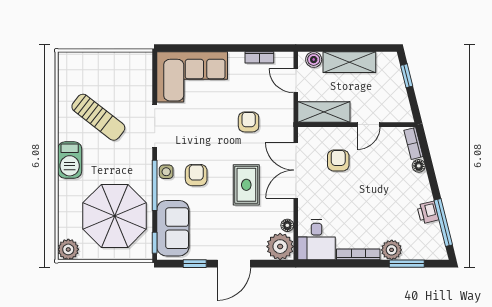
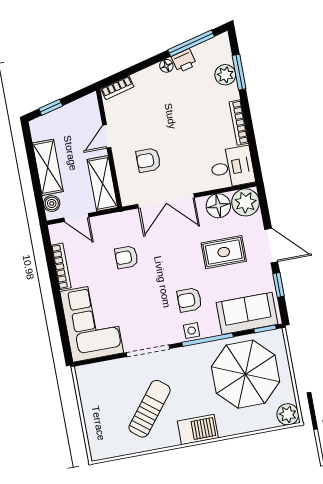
bookcase: (259, 57) -> (61, 266), width x1.56
door: (296, 81) -> (76, 218), hinge flipped
door: (368, 125) -> (107, 136), swing flipped
floor lamp: (419, 166) -> (166, 66), moved
rug: (246, 185) -> (224, 252), moved
floor lamp: (287, 225) -> (218, 206), width x1.89, depth x1.89
plant: (392, 250) -> (225, 75), moved

